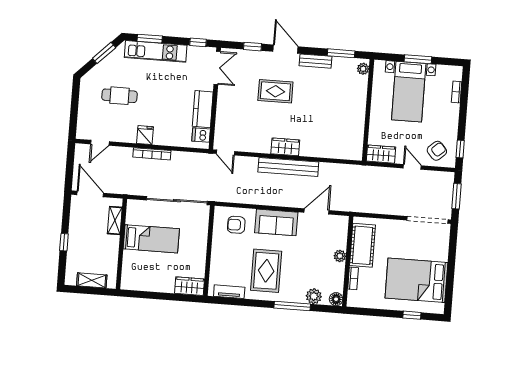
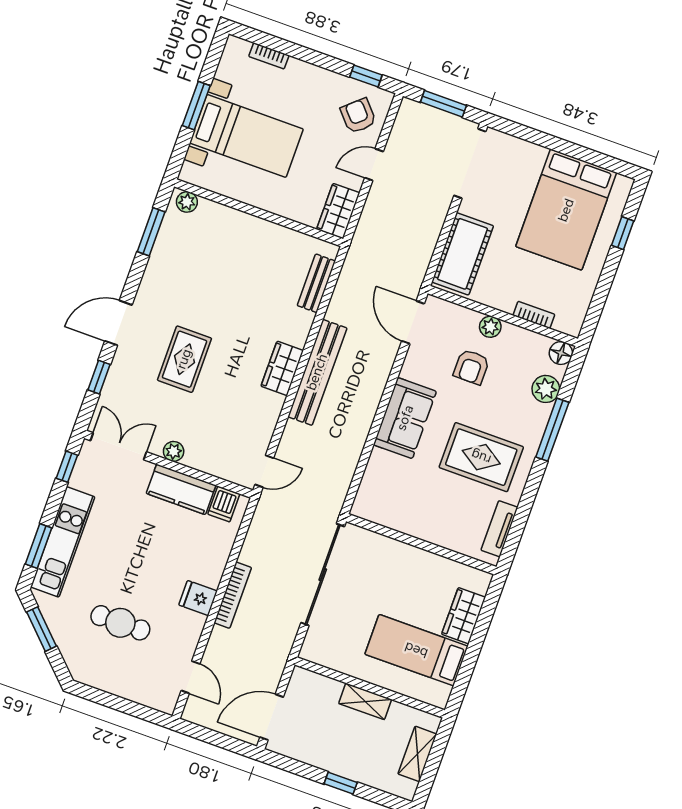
bench: (315, 61) -> (316, 283), moved
cafe table: (120, 96) -> (120, 623), turned 90
plant: (223, 99) -> (174, 451), added
door: (316, 211) -> (413, 322), moved
shelving: (115, 220) -> (365, 701), moved
armchair: (236, 225) -> (471, 367), moved
bed: (151, 239) -> (416, 650), moved, turned -90
cot: (363, 245) -> (462, 254), moved, turned 90
wardrobe: (190, 286) -> (464, 616), moved

